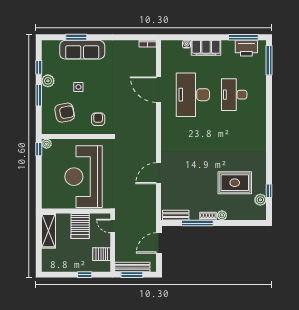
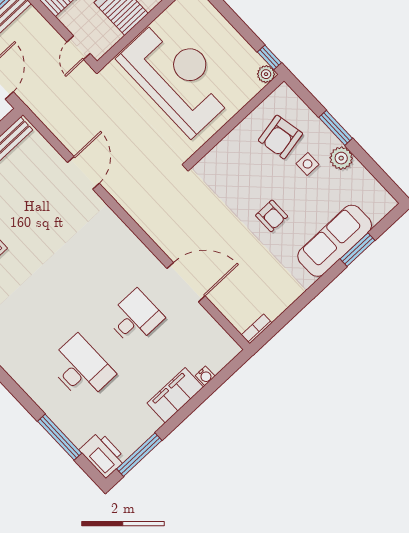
printer: (246, 48) -> (103, 455), moved, turned 90
window: (269, 60) -> (60, 437), moved
window: (39, 67) -> (370, 164), removed
side table: (78, 87) -> (308, 164), moved
desk: (193, 95) -> (135, 318), width x0.53, depth x0.77
armchair: (98, 119) -> (272, 216), moved
door: (113, 226) -> (79, 48), swing flipped

